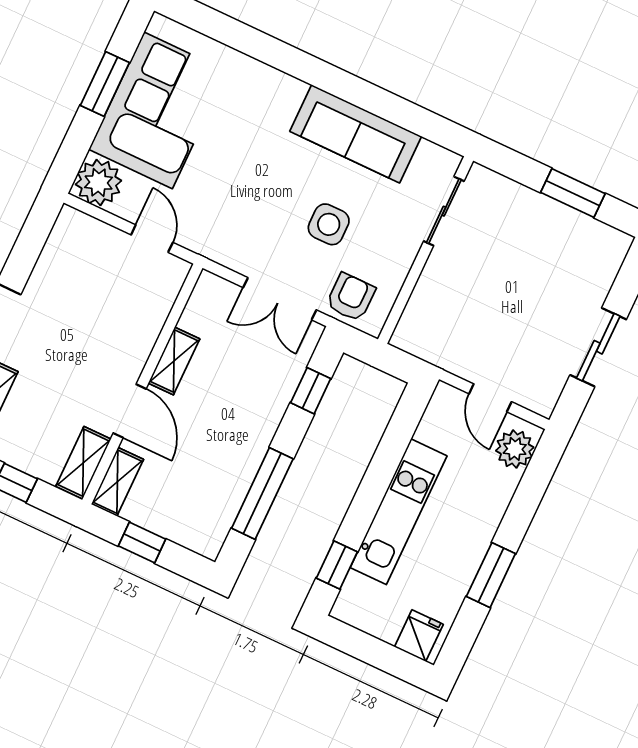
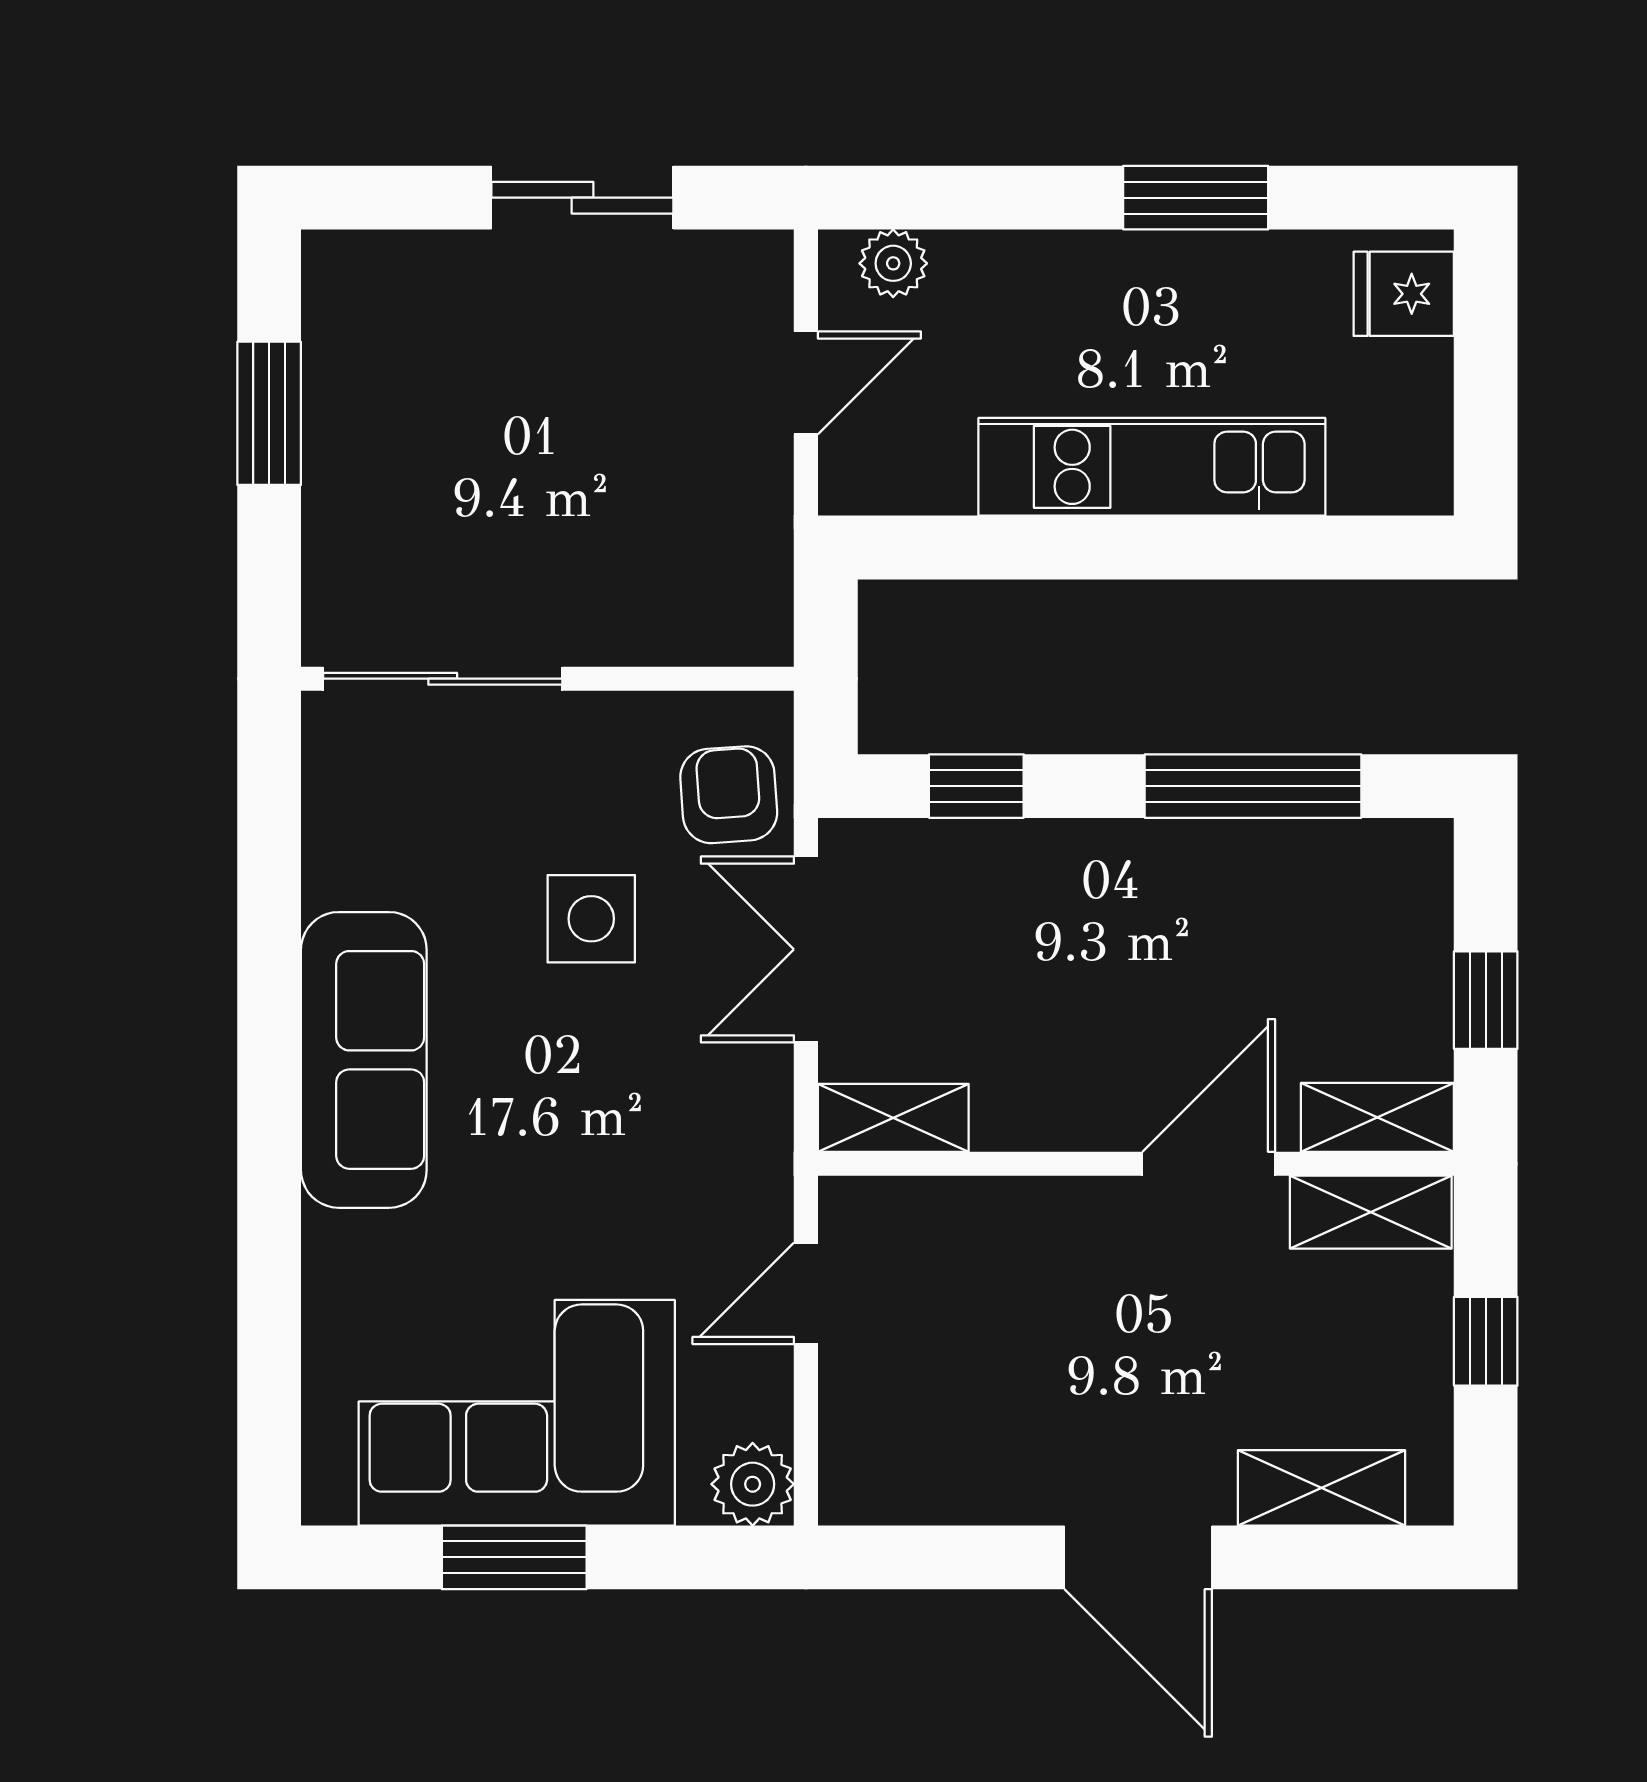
sofa: (356, 134) -> (364, 1060), moved
plant: (99, 182) -> (753, 1484), width x0.73, depth x0.73
sliding door: (444, 211) -> (443, 679), width x1.37
armchair: (351, 297) -> (729, 795), turned 86
double door: (280, 299) -> (806, 949), swing flipped
shelving: (174, 361) -> (893, 1118), moved
plant: (515, 449) -> (893, 263), width x0.73, depth x0.73
window: (337, 565) -> (1333, 548), removed

